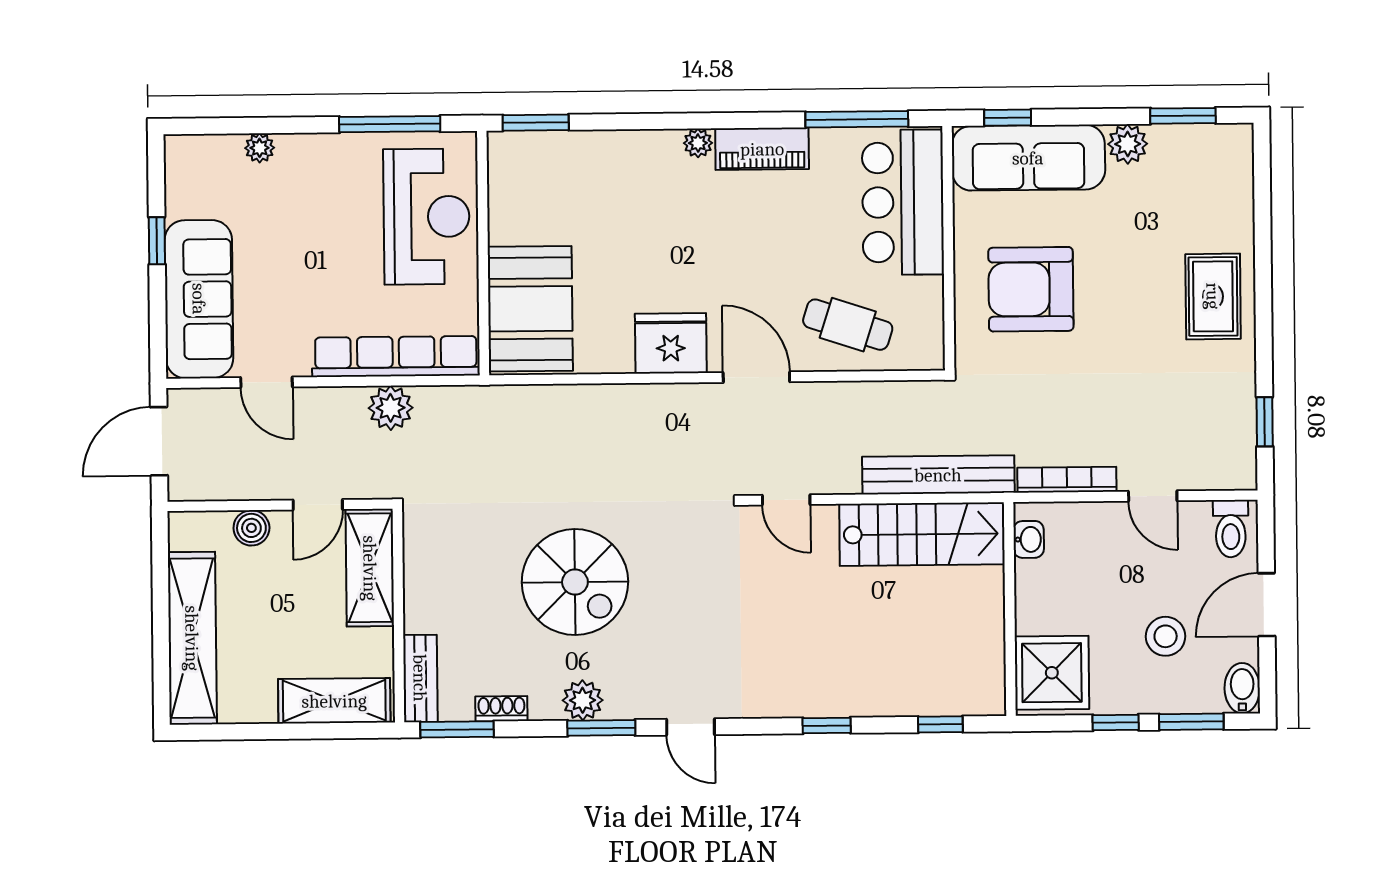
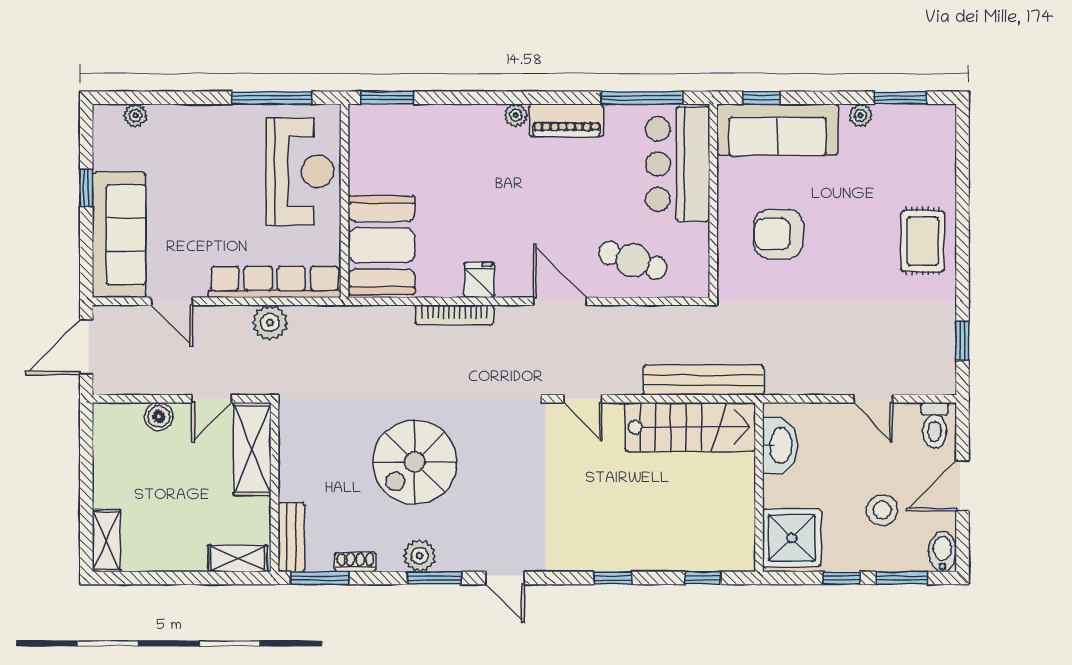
plant: (1128, 144) -> (860, 115), width x0.73, depth x0.73
plant: (260, 148) -> (135, 115), moved
armchair: (1031, 289) -> (778, 234), width x0.73, depth x0.73
fridge: (671, 343) -> (479, 280), width x0.53, depth x0.75
bookcase: (1067, 480) -> (455, 315), moved, turned 180
washbasin: (1029, 539) -> (780, 446), width x1.91, depth x1.45
spiral stairs: (575, 582) -> (415, 462), turned 90
shelving: (192, 638) -> (106, 541), width x0.45, depth x0.75
shelving: (334, 701) -> (238, 559), width x0.67, depth x0.75

